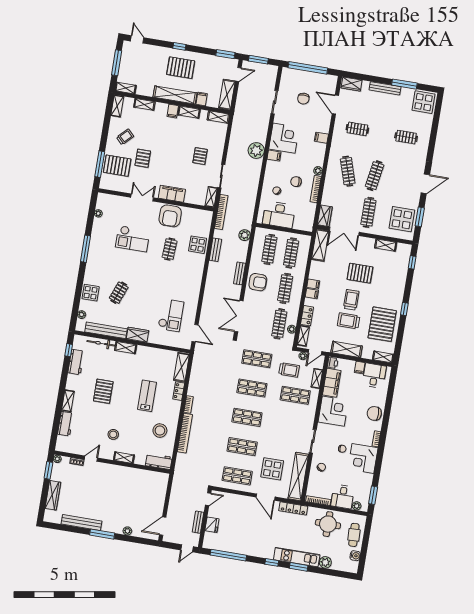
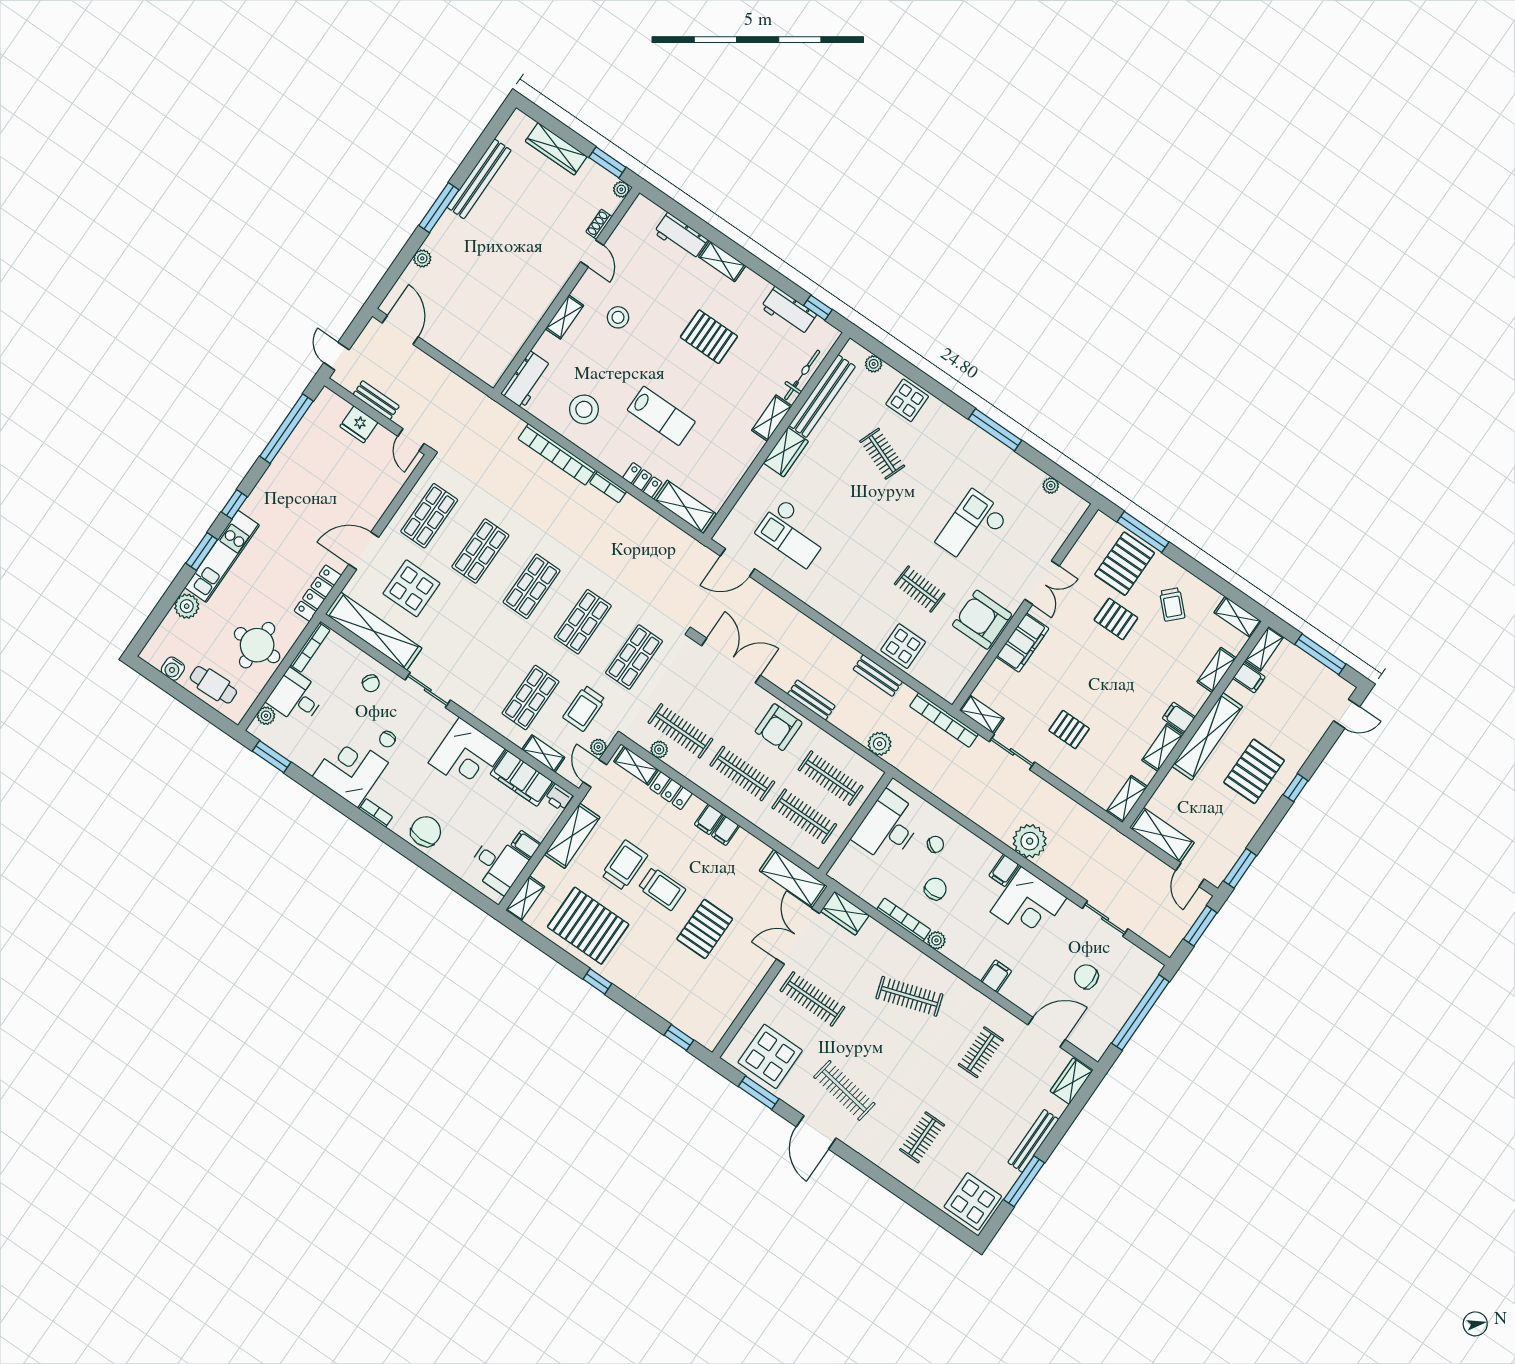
filing cabinet: (202, 99) -> (1249, 678), moved
clothes rail: (375, 176) -> (844, 1090), moved
shelving: (386, 245) -> (735, 1003), removed

